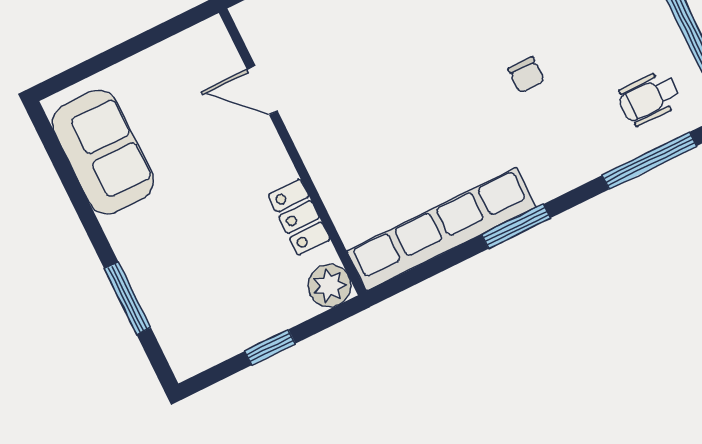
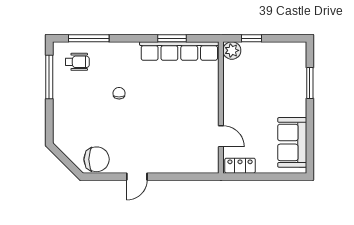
locker: (299, 217) -> (240, 166), moved, turned -90
window: (516, 226) -> (172, 38), moved
window: (270, 347) -> (251, 38), moved

